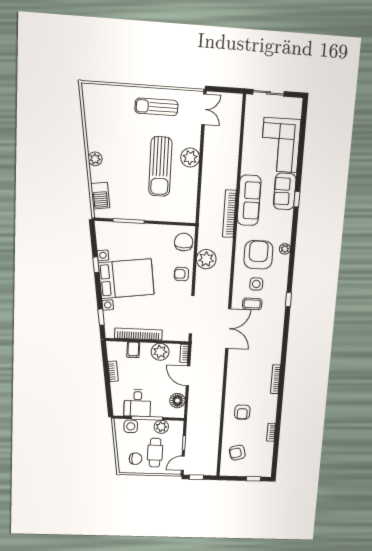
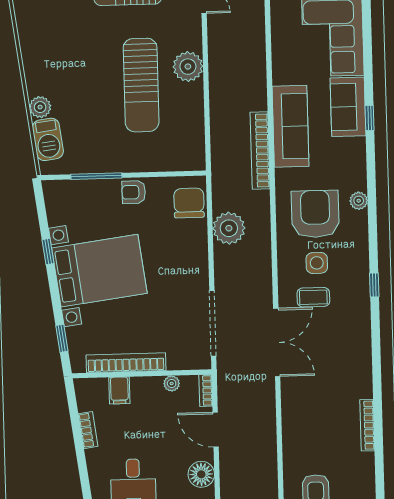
plant: (95, 159) -> (40, 107), moved
armchair: (181, 274) -> (134, 192), moved
plant: (160, 352) -> (172, 383), width x0.53, depth x0.53

